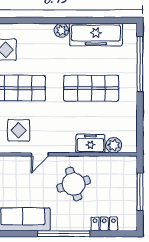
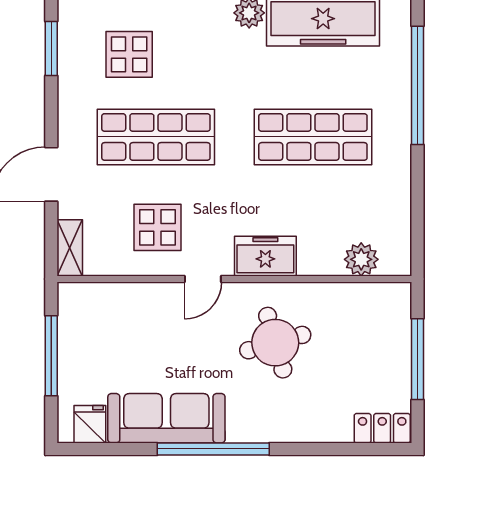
freezer: (90, 144) -> (265, 256), moved
locker: (104, 224) -> (382, 428), moved
window: (64, 234) -> (213, 449), moved

